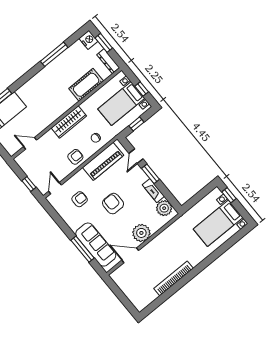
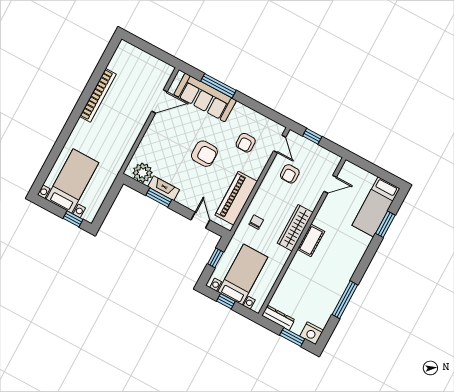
cot: (86, 85) -> (311, 240), moved, width x0.73, depth x0.75
armchair: (75, 157) -> (290, 174), moved
window: (150, 174) -> (159, 198), moved
plant: (141, 233) -> (157, 133), removed

